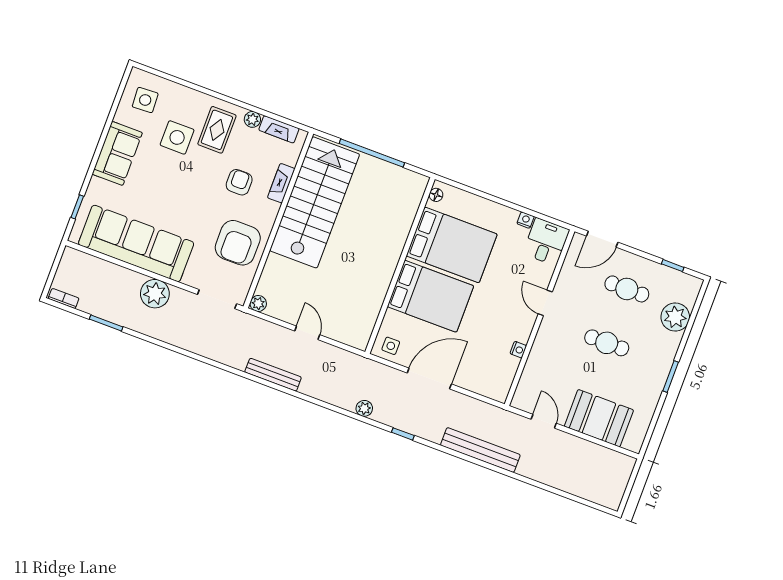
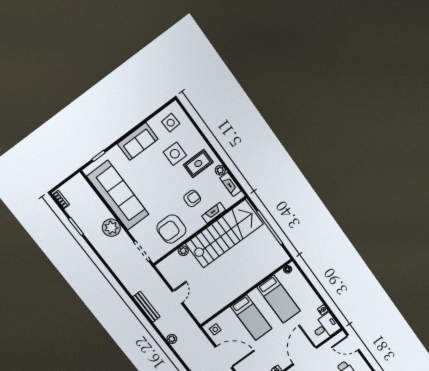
bed: (452, 245) -> (279, 299), width x0.67
bed: (431, 296) -> (251, 318), width x0.67
plant: (258, 303) -> (183, 251), moved
door: (545, 303) -> (305, 356), width x1.88
plant: (364, 408) -> (172, 339), moved

